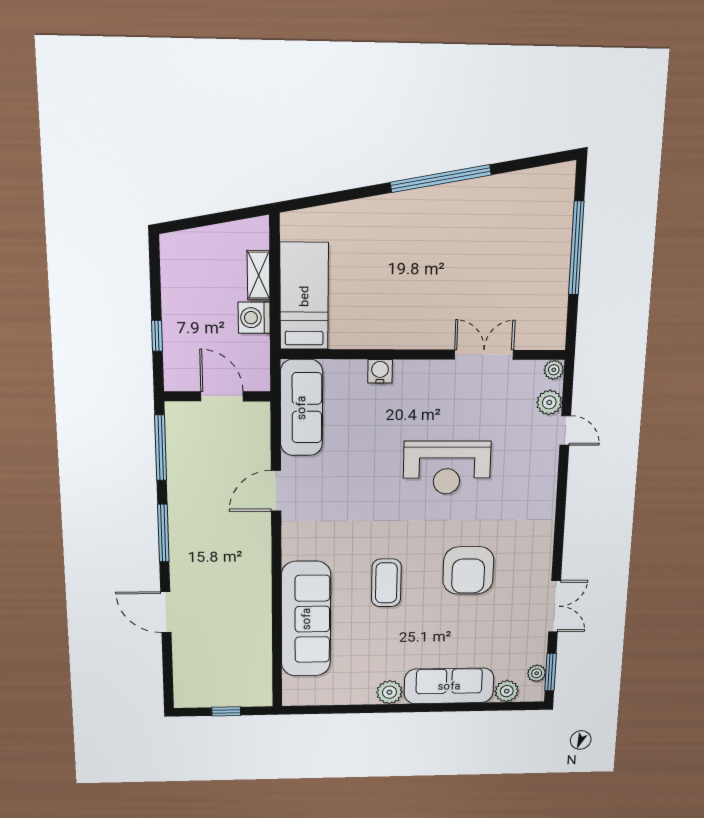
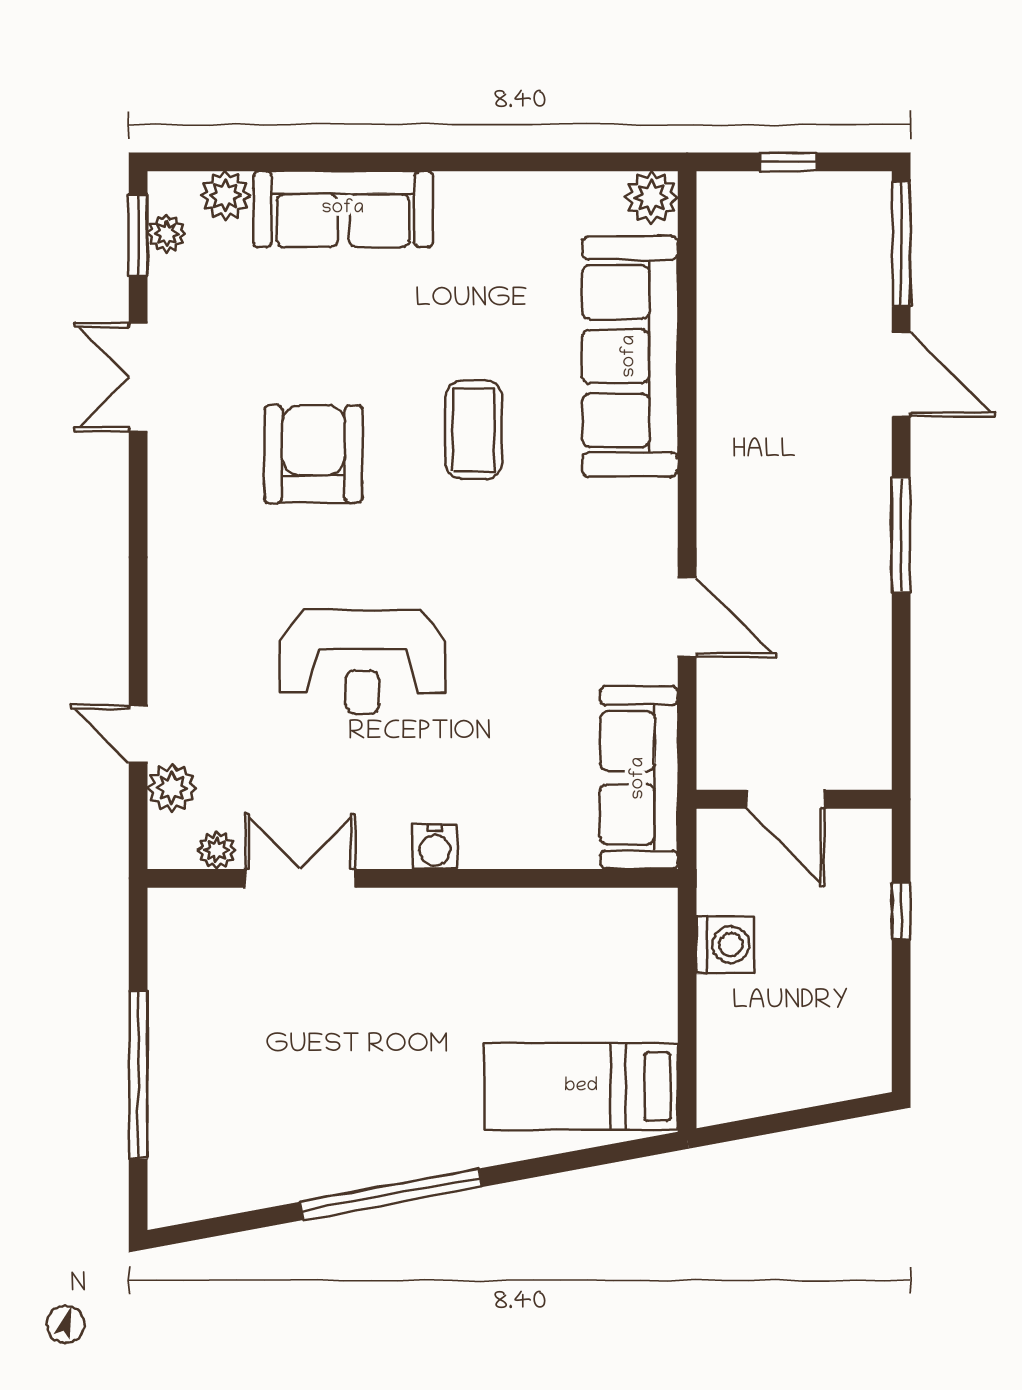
shelving: (259, 275) -> (716, 1021), removed
bed: (304, 296) -> (581, 1087), moved, turned 90
double door: (484, 355) -> (300, 878), swing flipped
plant: (554, 370) -> (217, 850), moved
water cooler: (380, 371) -> (435, 847), moved
window: (161, 448) -> (901, 244), moved
reception desk: (447, 468) -> (362, 662), turned 180
door: (276, 491) -> (687, 617), hinge flipped
plant: (389, 692) -> (652, 197), moved

